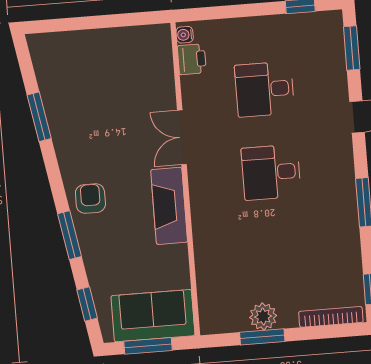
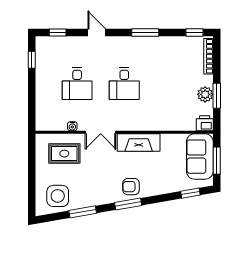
water cooler: (185, 35) -> (72, 126), moved
window: (352, 48) -> (58, 33), width x0.67
printer: (192, 59) -> (205, 123), moved
side table: (64, 71) -> (58, 196), added
rug: (139, 76) -> (64, 154), added
window: (69, 235) -> (128, 204), moved

